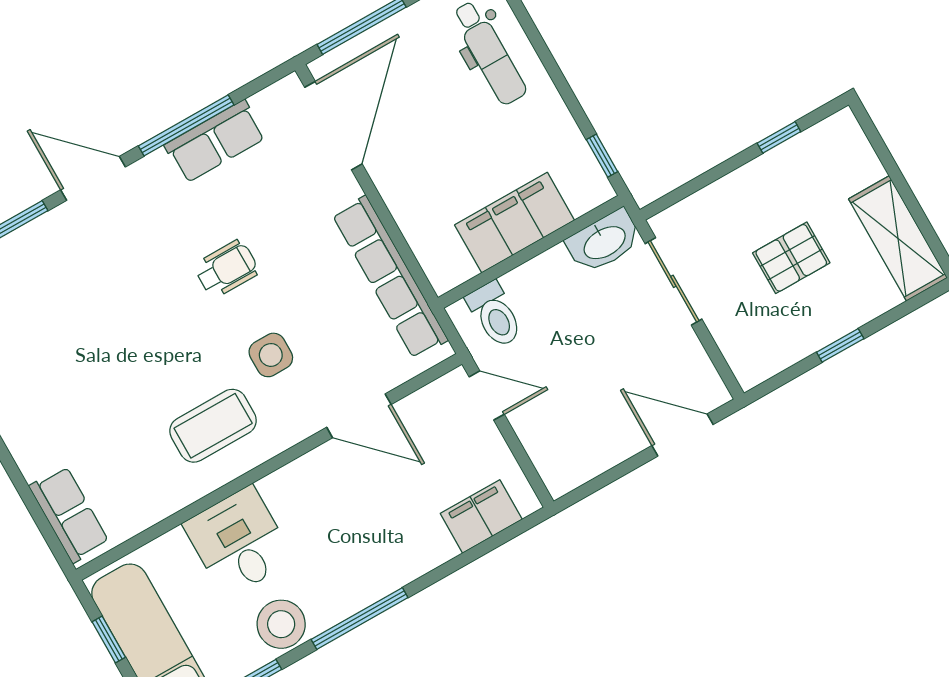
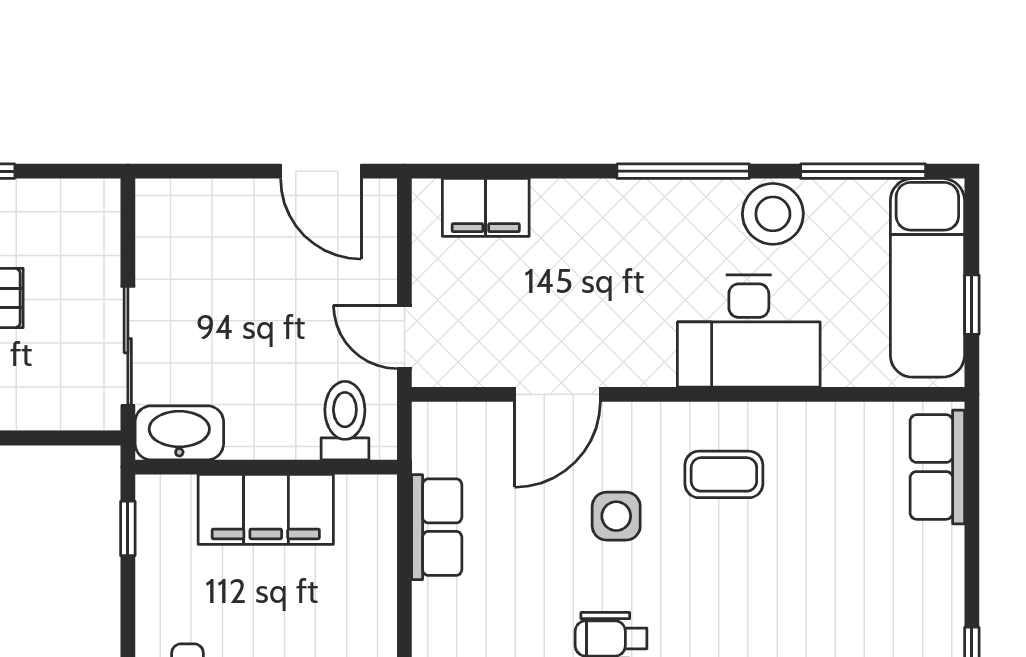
row of seats: (390, 277) -> (437, 527), width x0.50
door: (359, 416) -> (557, 394), swing flipped
coffee table: (213, 426) -> (724, 474), width x0.73, depth x0.77
door: (683, 435) -> (321, 171), moved
desk: (239, 542) -> (749, 331), width x1.37

